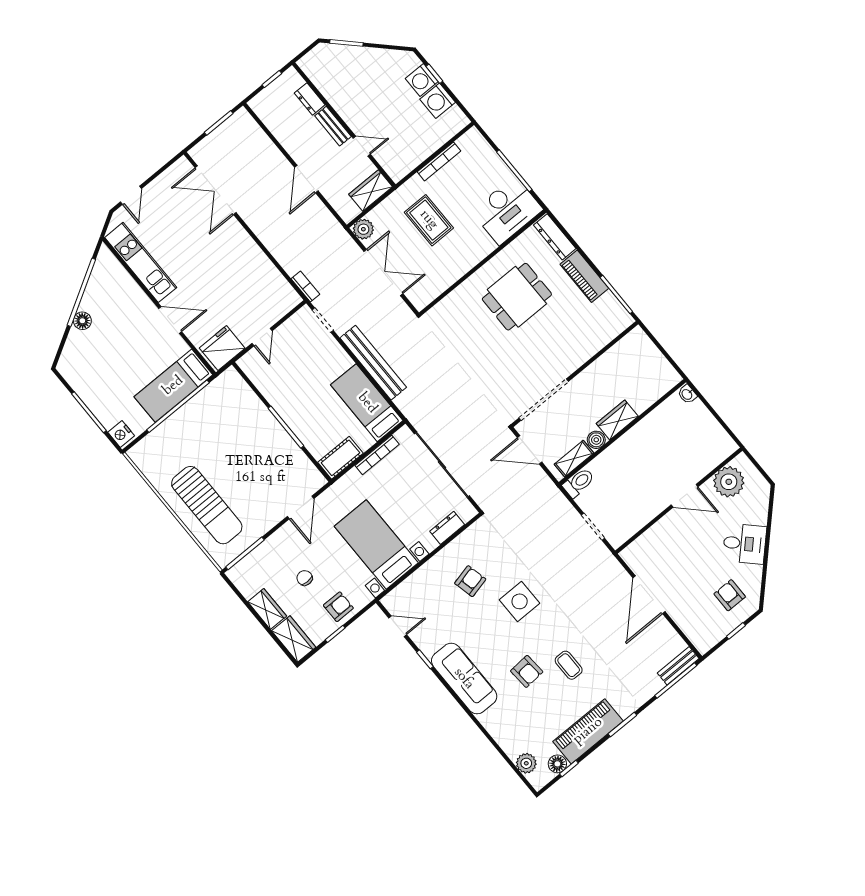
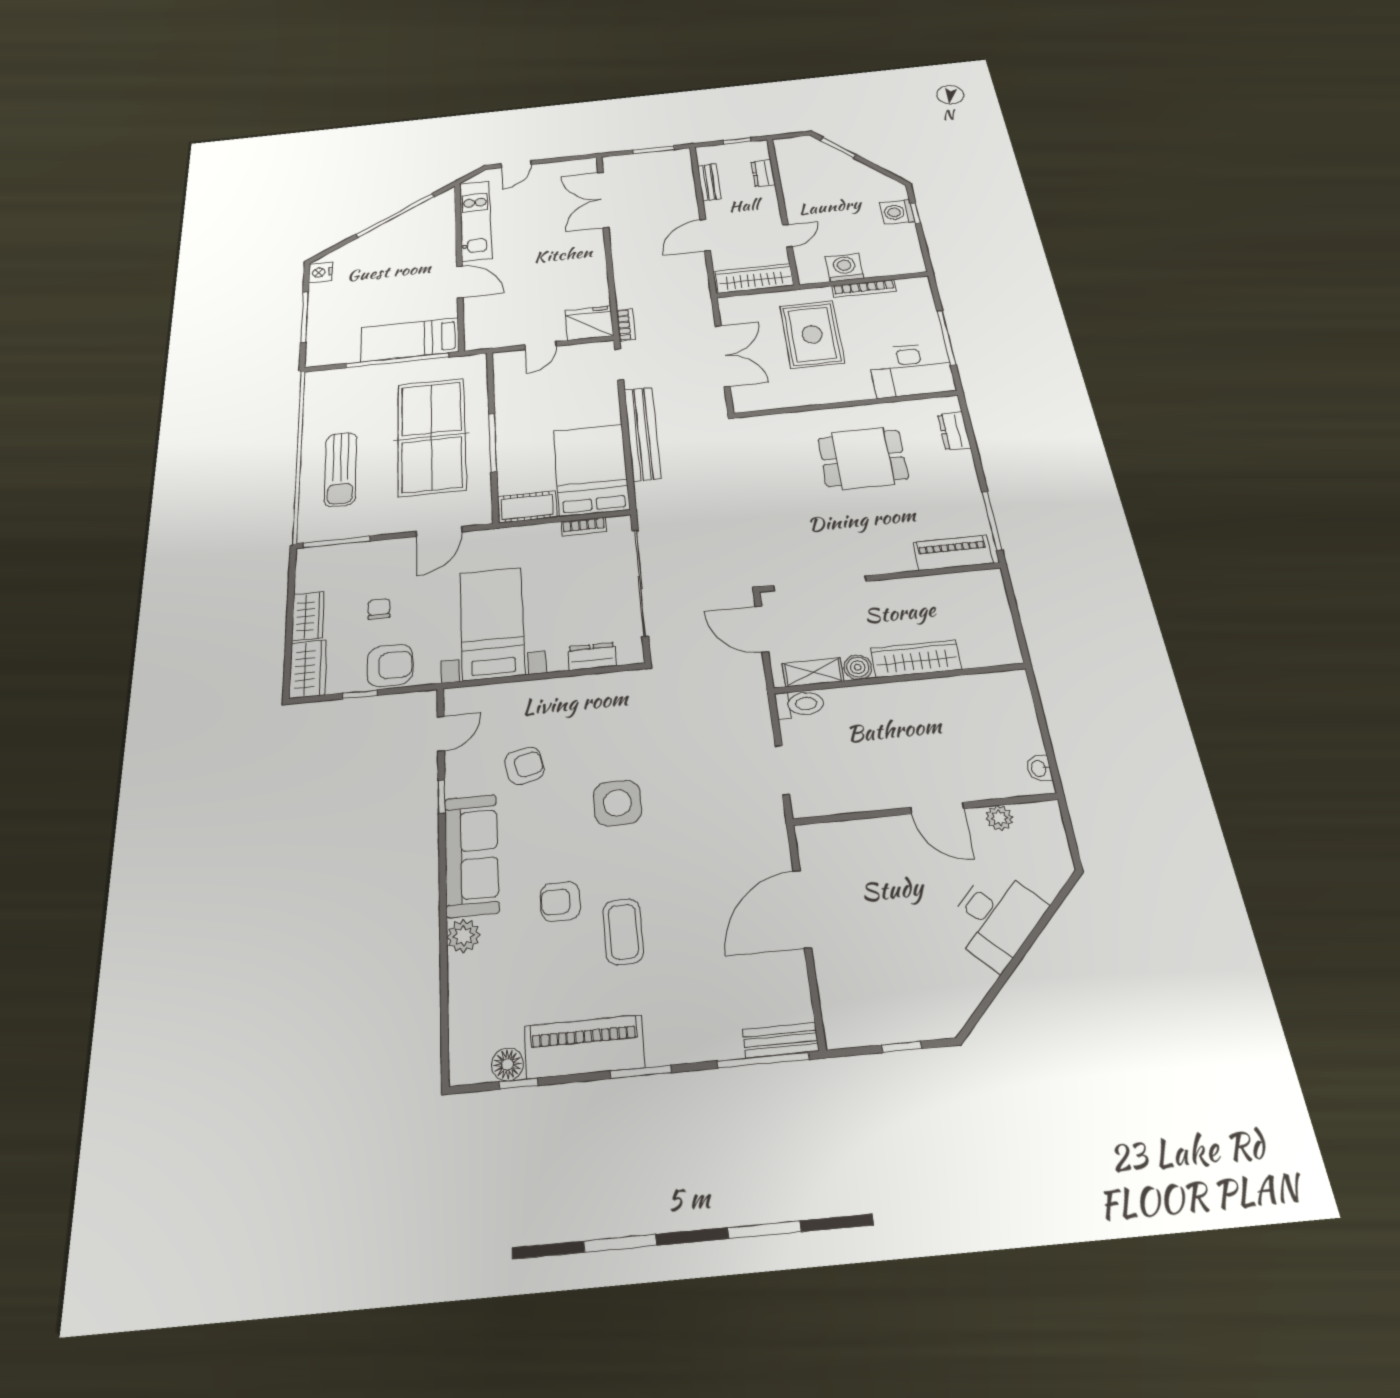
washing machine: (438, 101) -> (845, 268), moved, turned 90
bench: (333, 126) -> (709, 182), moved
door: (362, 146) -> (787, 236), hinge flipped
wardrobe: (371, 190) -> (754, 278), width x1.50
rug: (429, 220) -> (812, 334), width x1.36, depth x1.43
plant: (363, 229) -> (732, 306), removed
dresser: (555, 237) -> (954, 431), width x0.70
piano: (584, 276) -> (953, 553), moved, turned 90
floor lamp: (82, 321) -> (374, 238), removed
fridge: (222, 348) -> (589, 323), moved
washbasin: (687, 394) -> (1039, 768), moved
bed: (367, 403) -> (591, 470), width x1.50
wardrobe: (617, 420) -> (916, 659), width x1.50
nightstand: (121, 434) -> (321, 272), moved
table tennis table: (245, 447) -> (432, 436), added
bookcase: (377, 455) -> (584, 527), width x0.64
plant: (729, 482) -> (999, 818), width x0.53, depth x0.53
sun lounger: (207, 505) -> (341, 469), width x0.73, depth x0.75
desk: (745, 544) -> (996, 918), width x1.37
armchair: (470, 581) -> (524, 766), moved
armchair: (730, 595) -> (923, 987), removed
armchair: (338, 607) -> (390, 665), width x1.38, depth x1.38
door: (398, 626) -> (441, 734), hinge flipped
coffee table: (569, 665) -> (623, 932), width x1.36, depth x1.30
armchair: (527, 671) -> (560, 901), turned 94
plant: (526, 763) -> (463, 936), moved

